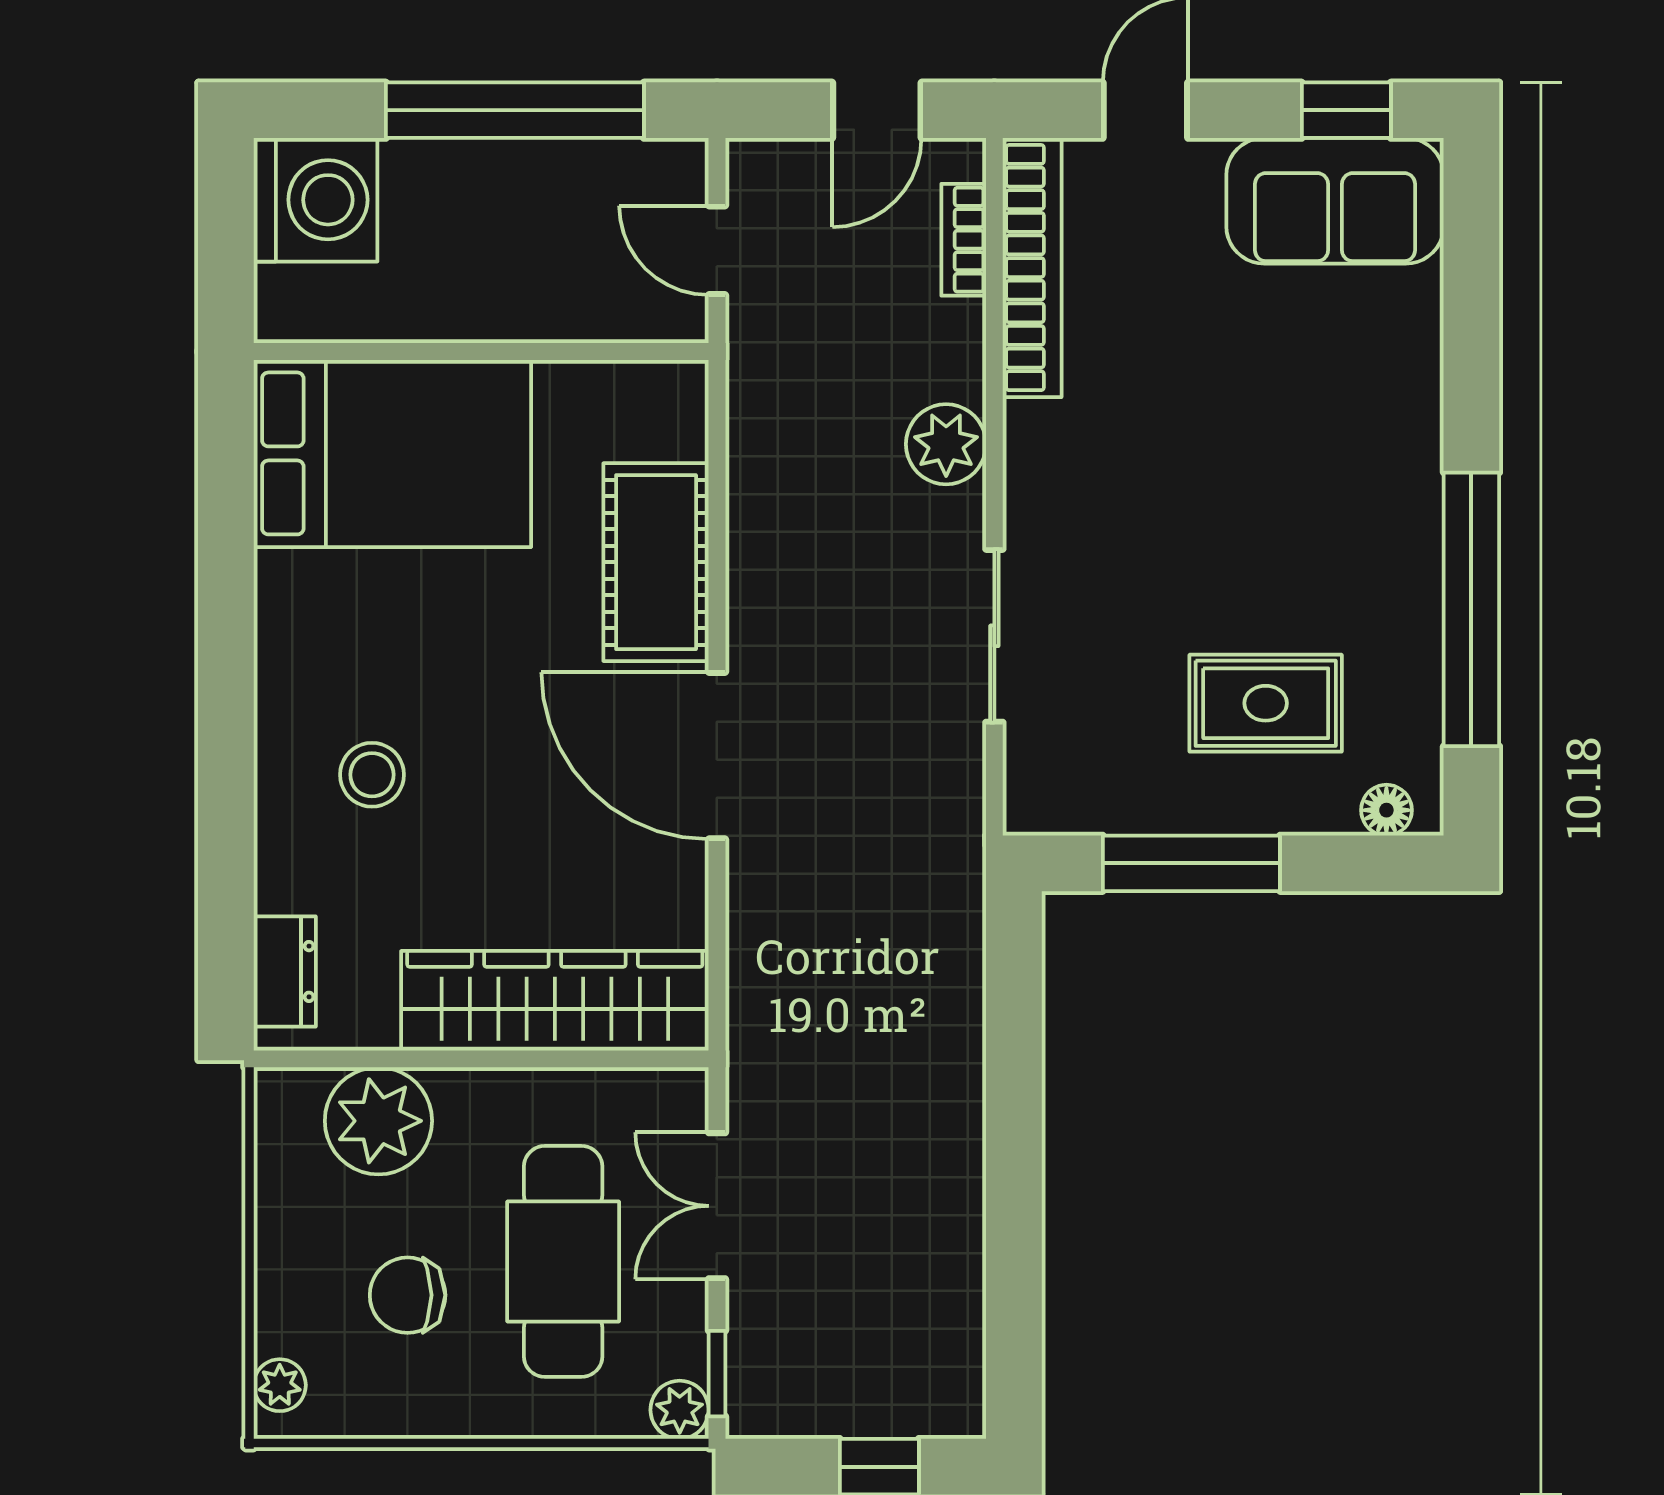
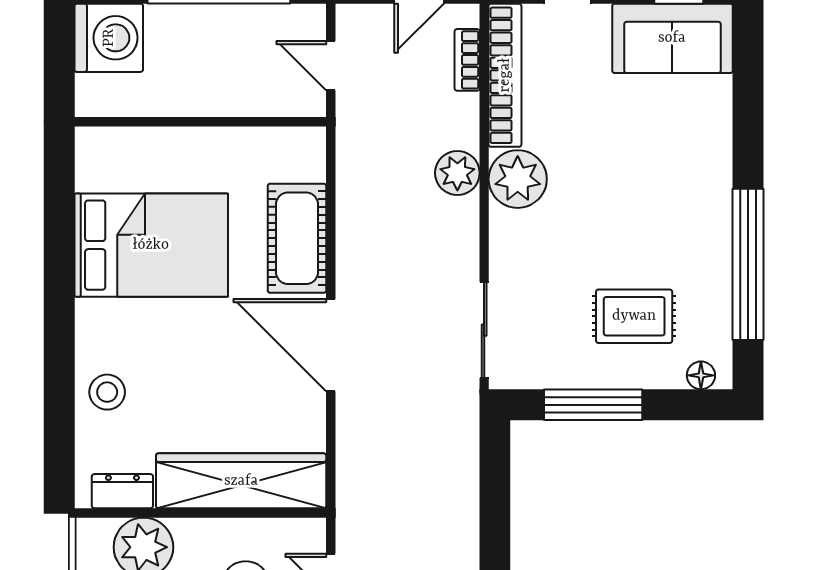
bed: (392, 453) -> (151, 245), moved
plant: (1055, 455) -> (518, 179), added
sliding door: (994, 636) -> (484, 330), moved
stool: (372, 775) -> (107, 392), moved
dresser: (285, 971) -> (122, 491), moved, turned -90

